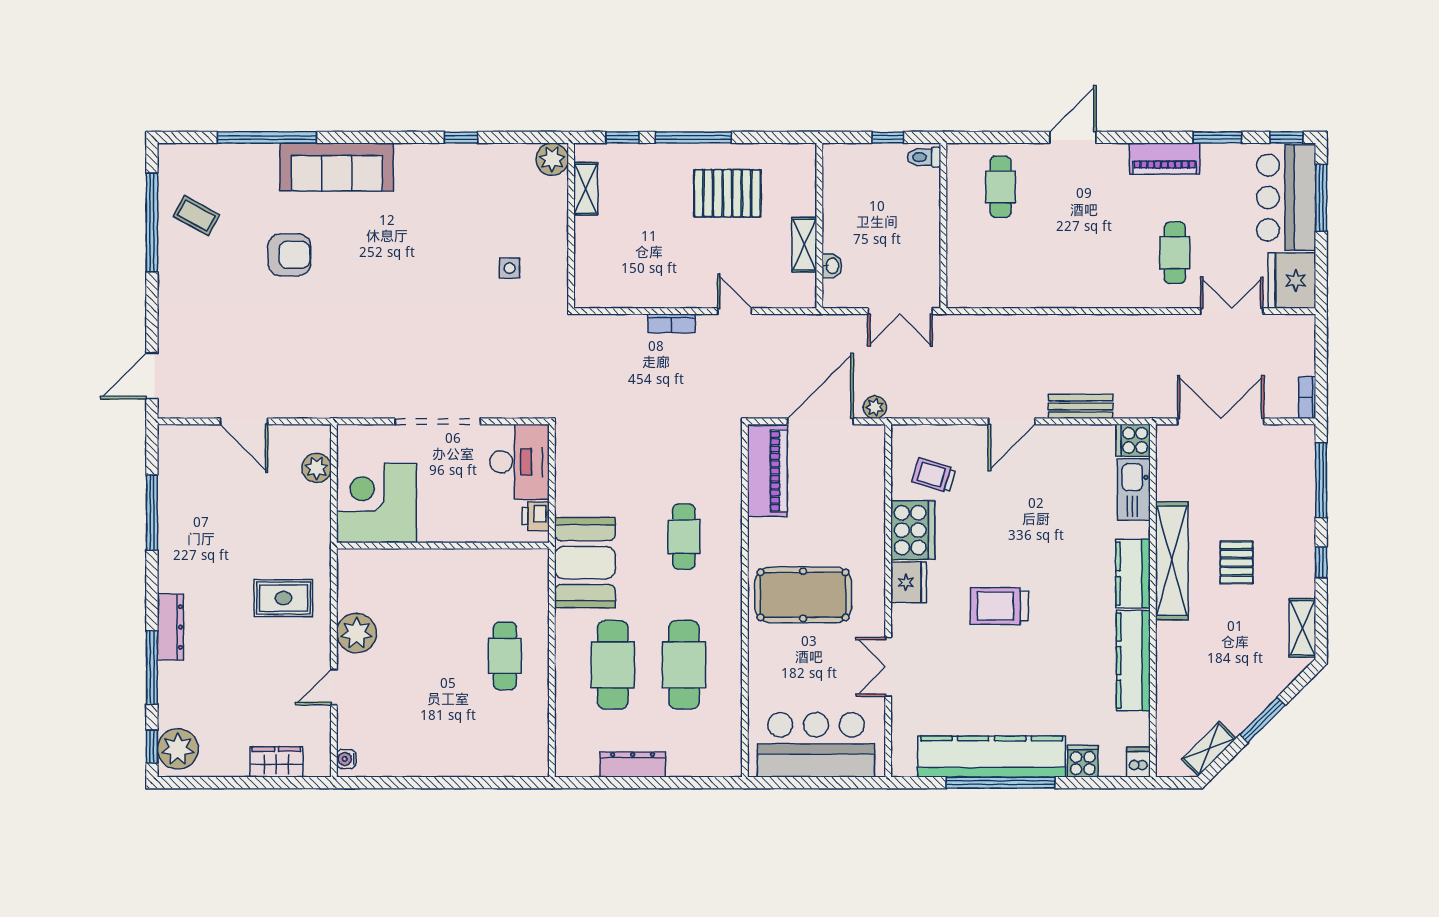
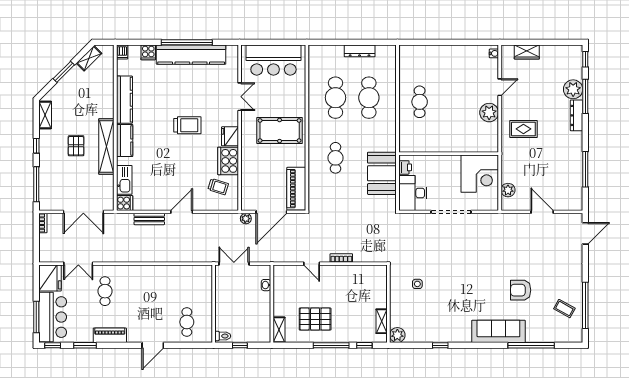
shelving: (804, 245) -> (279, 330), moved
booth: (585, 563) -> (382, 173), moved
plant: (178, 749) -> (573, 89), moved

